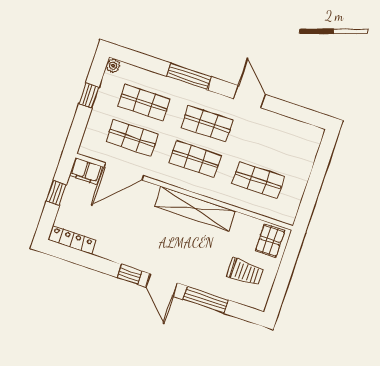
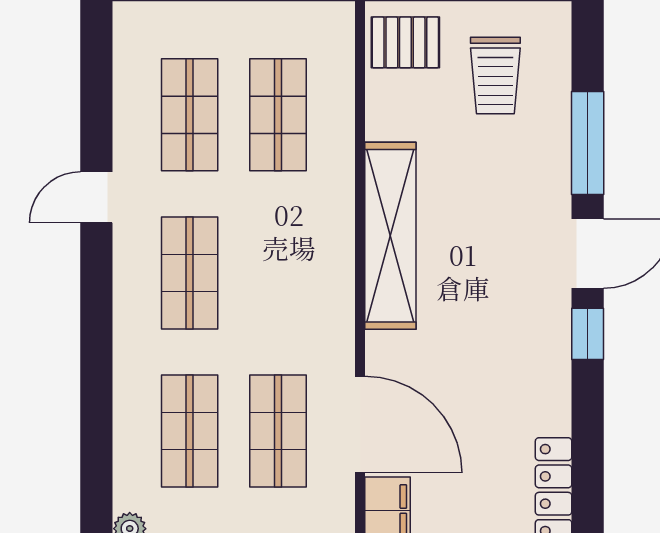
window: (189, 76) -> (96, 349), removed
door: (250, 97) -> (96, 197), width x0.73
shop shelf: (195, 159) -> (190, 115), moved
trolley: (245, 272) -> (495, 76), turned 180

